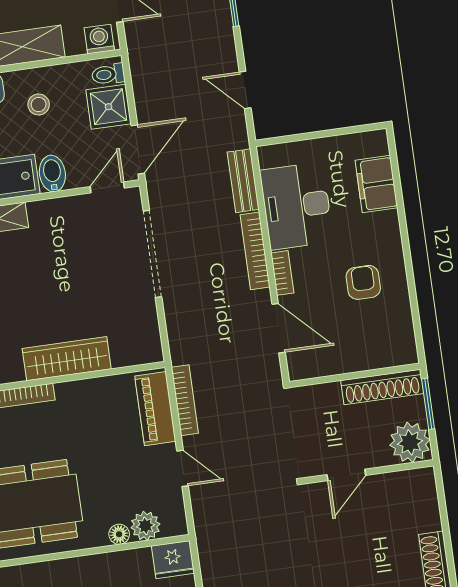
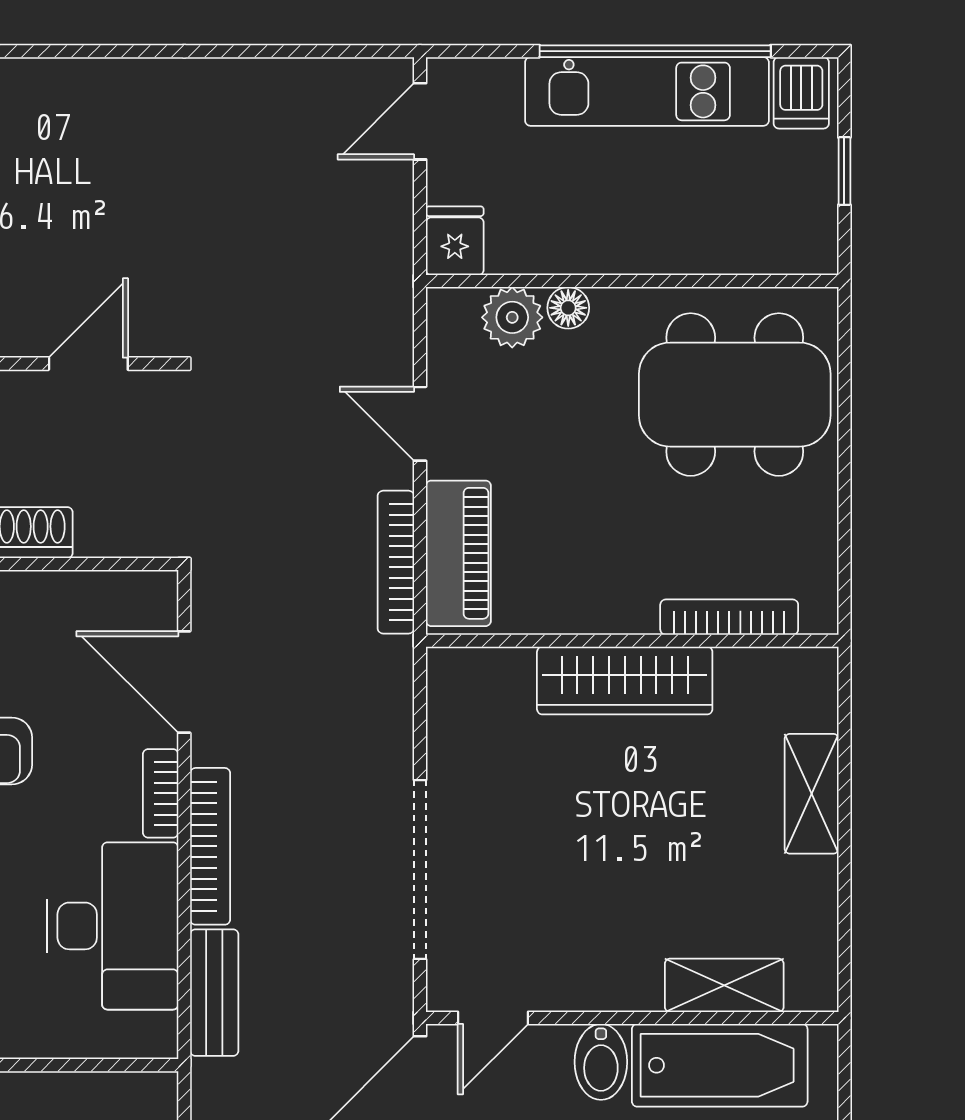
fridge: (173, 560) -> (455, 241), width x0.72

